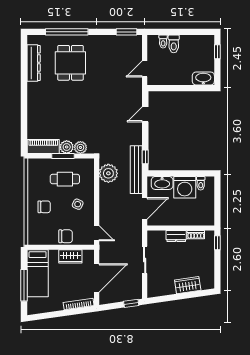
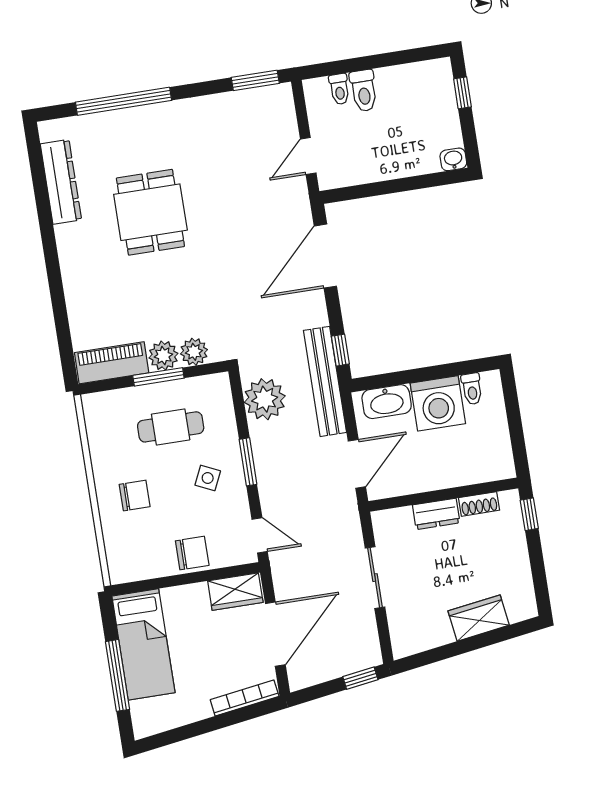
dining table: (70, 63) -> (150, 212), moved
washbasin: (203, 78) -> (453, 159), width x0.52, depth x0.69
door: (145, 114) -> (325, 256), width x1.87
window: (97, 200) -> (248, 462), added
wardrobe: (70, 256) -> (235, 592), moved

